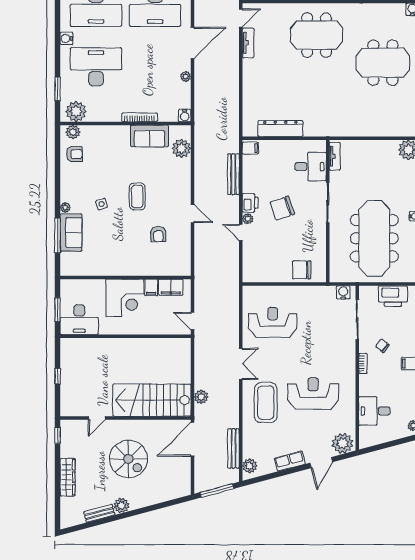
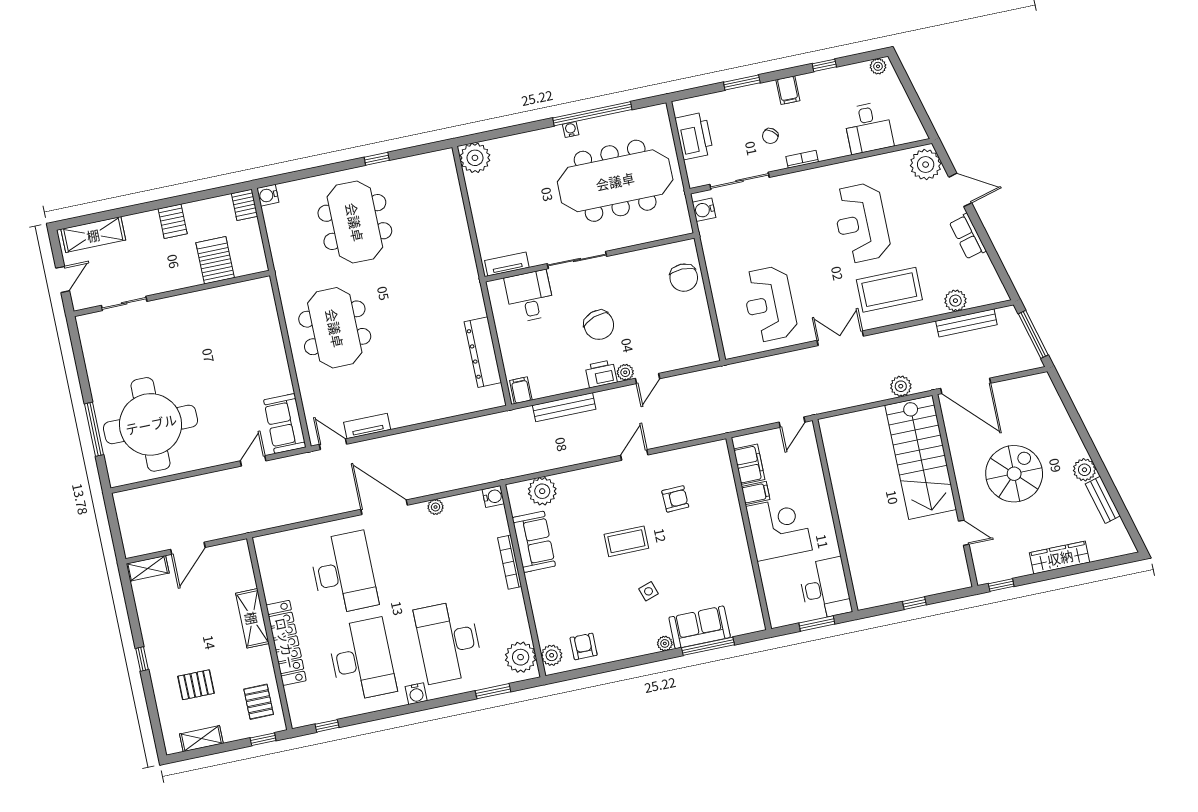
plant: (250, 466) -> (955, 301), moved

